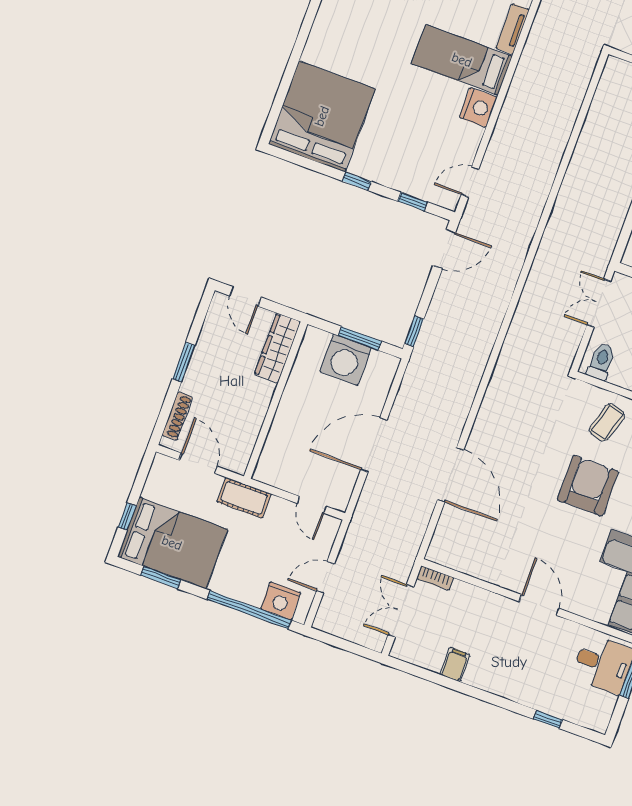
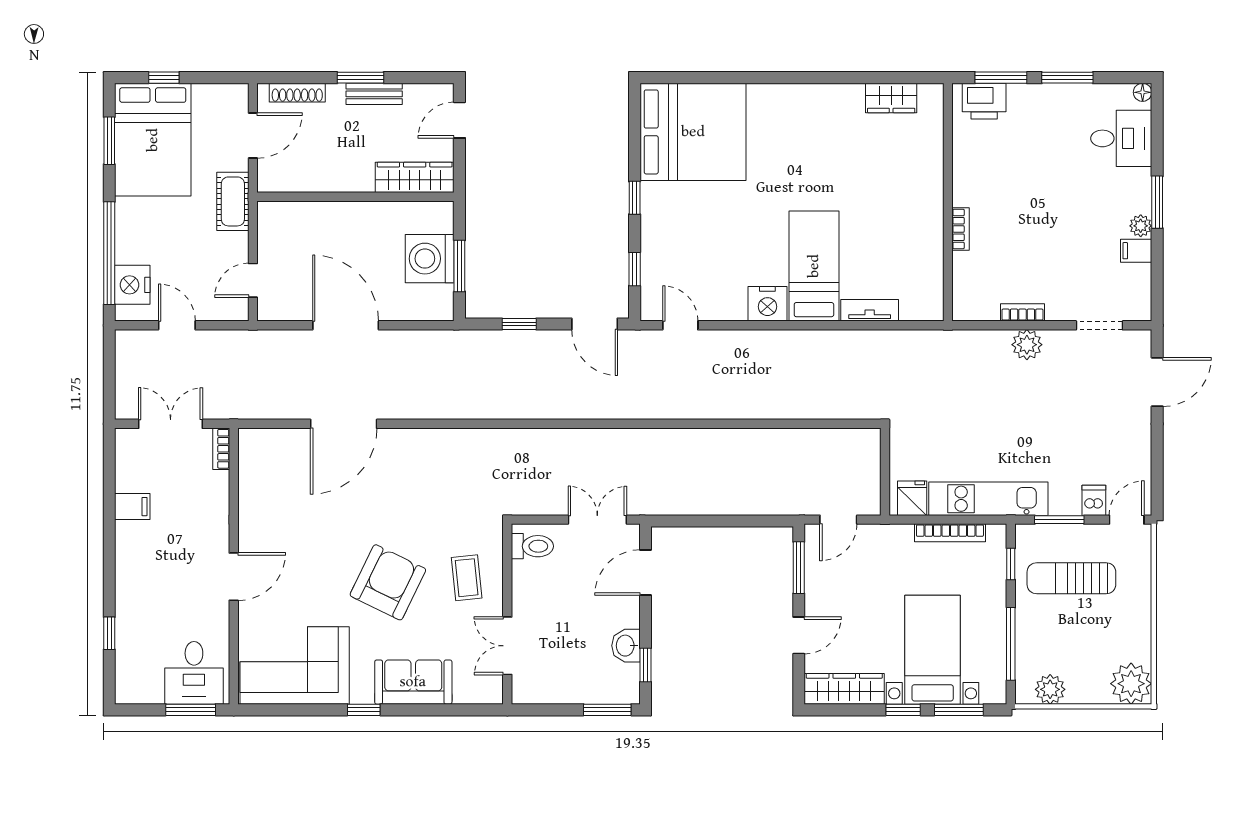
window: (414, 331) -> (519, 324), moved
bench: (200, 356) -> (374, 94), added
coffee table: (607, 422) -> (467, 578), turned 67
armchair: (588, 486) -> (388, 582), turned -64

